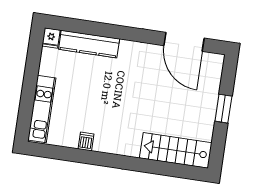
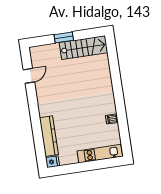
door: (184, 42) -> (29, 76), width x0.53
stairs: (176, 150) -> (83, 48), moved, turned -90

